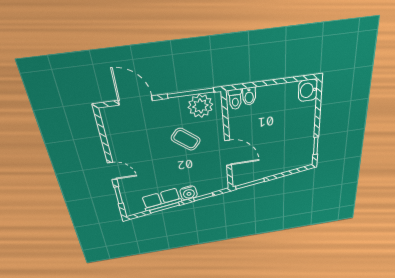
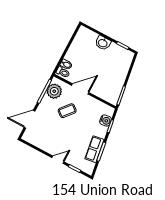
washbasin: (308, 90) -> (103, 43), moved
door: (228, 153) -> (80, 89), moved
water cooler: (189, 193) -> (105, 121), moved

